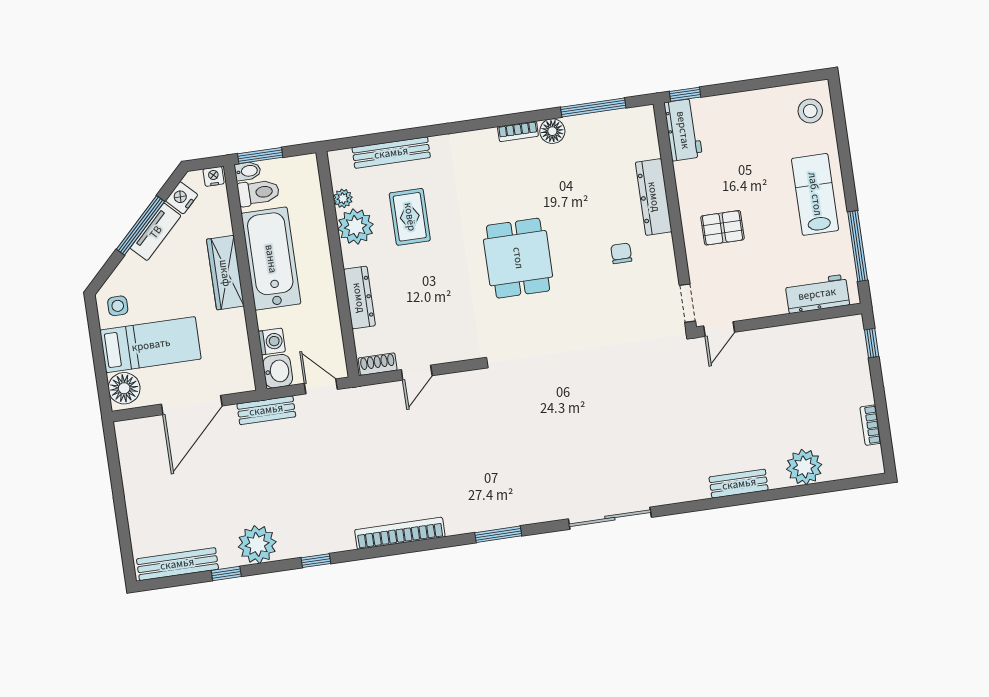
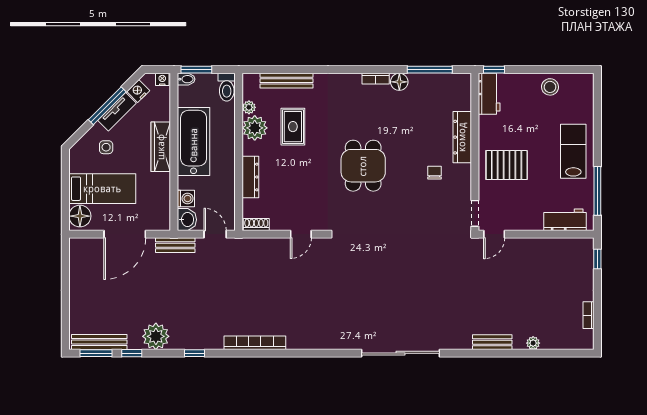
stool: (810, 111) -> (550, 87), moved
toilet: (258, 193) -> (227, 87), moved, turned 90
pallet: (723, 228) -> (507, 165), width x1.50, depth x1.42
side table: (118, 306) -> (106, 147), moved
door: (417, 373) -> (301, 234), moved
plant: (804, 467) -> (533, 343), width x0.53, depth x0.53
sliding door: (610, 518) -> (400, 353), width x1.36
window: (498, 534) -> (96, 353), moved

